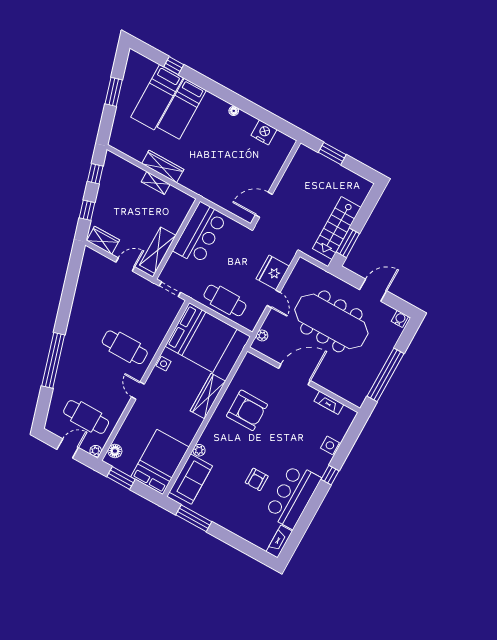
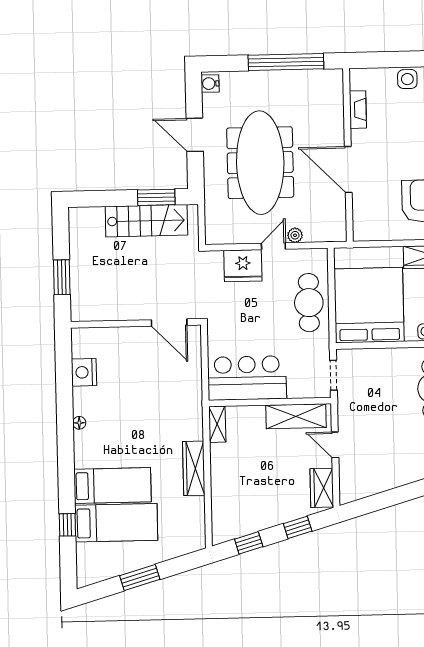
shelving: (156, 183) -> (217, 424), moved
plant: (262, 335) -> (295, 235), moved

